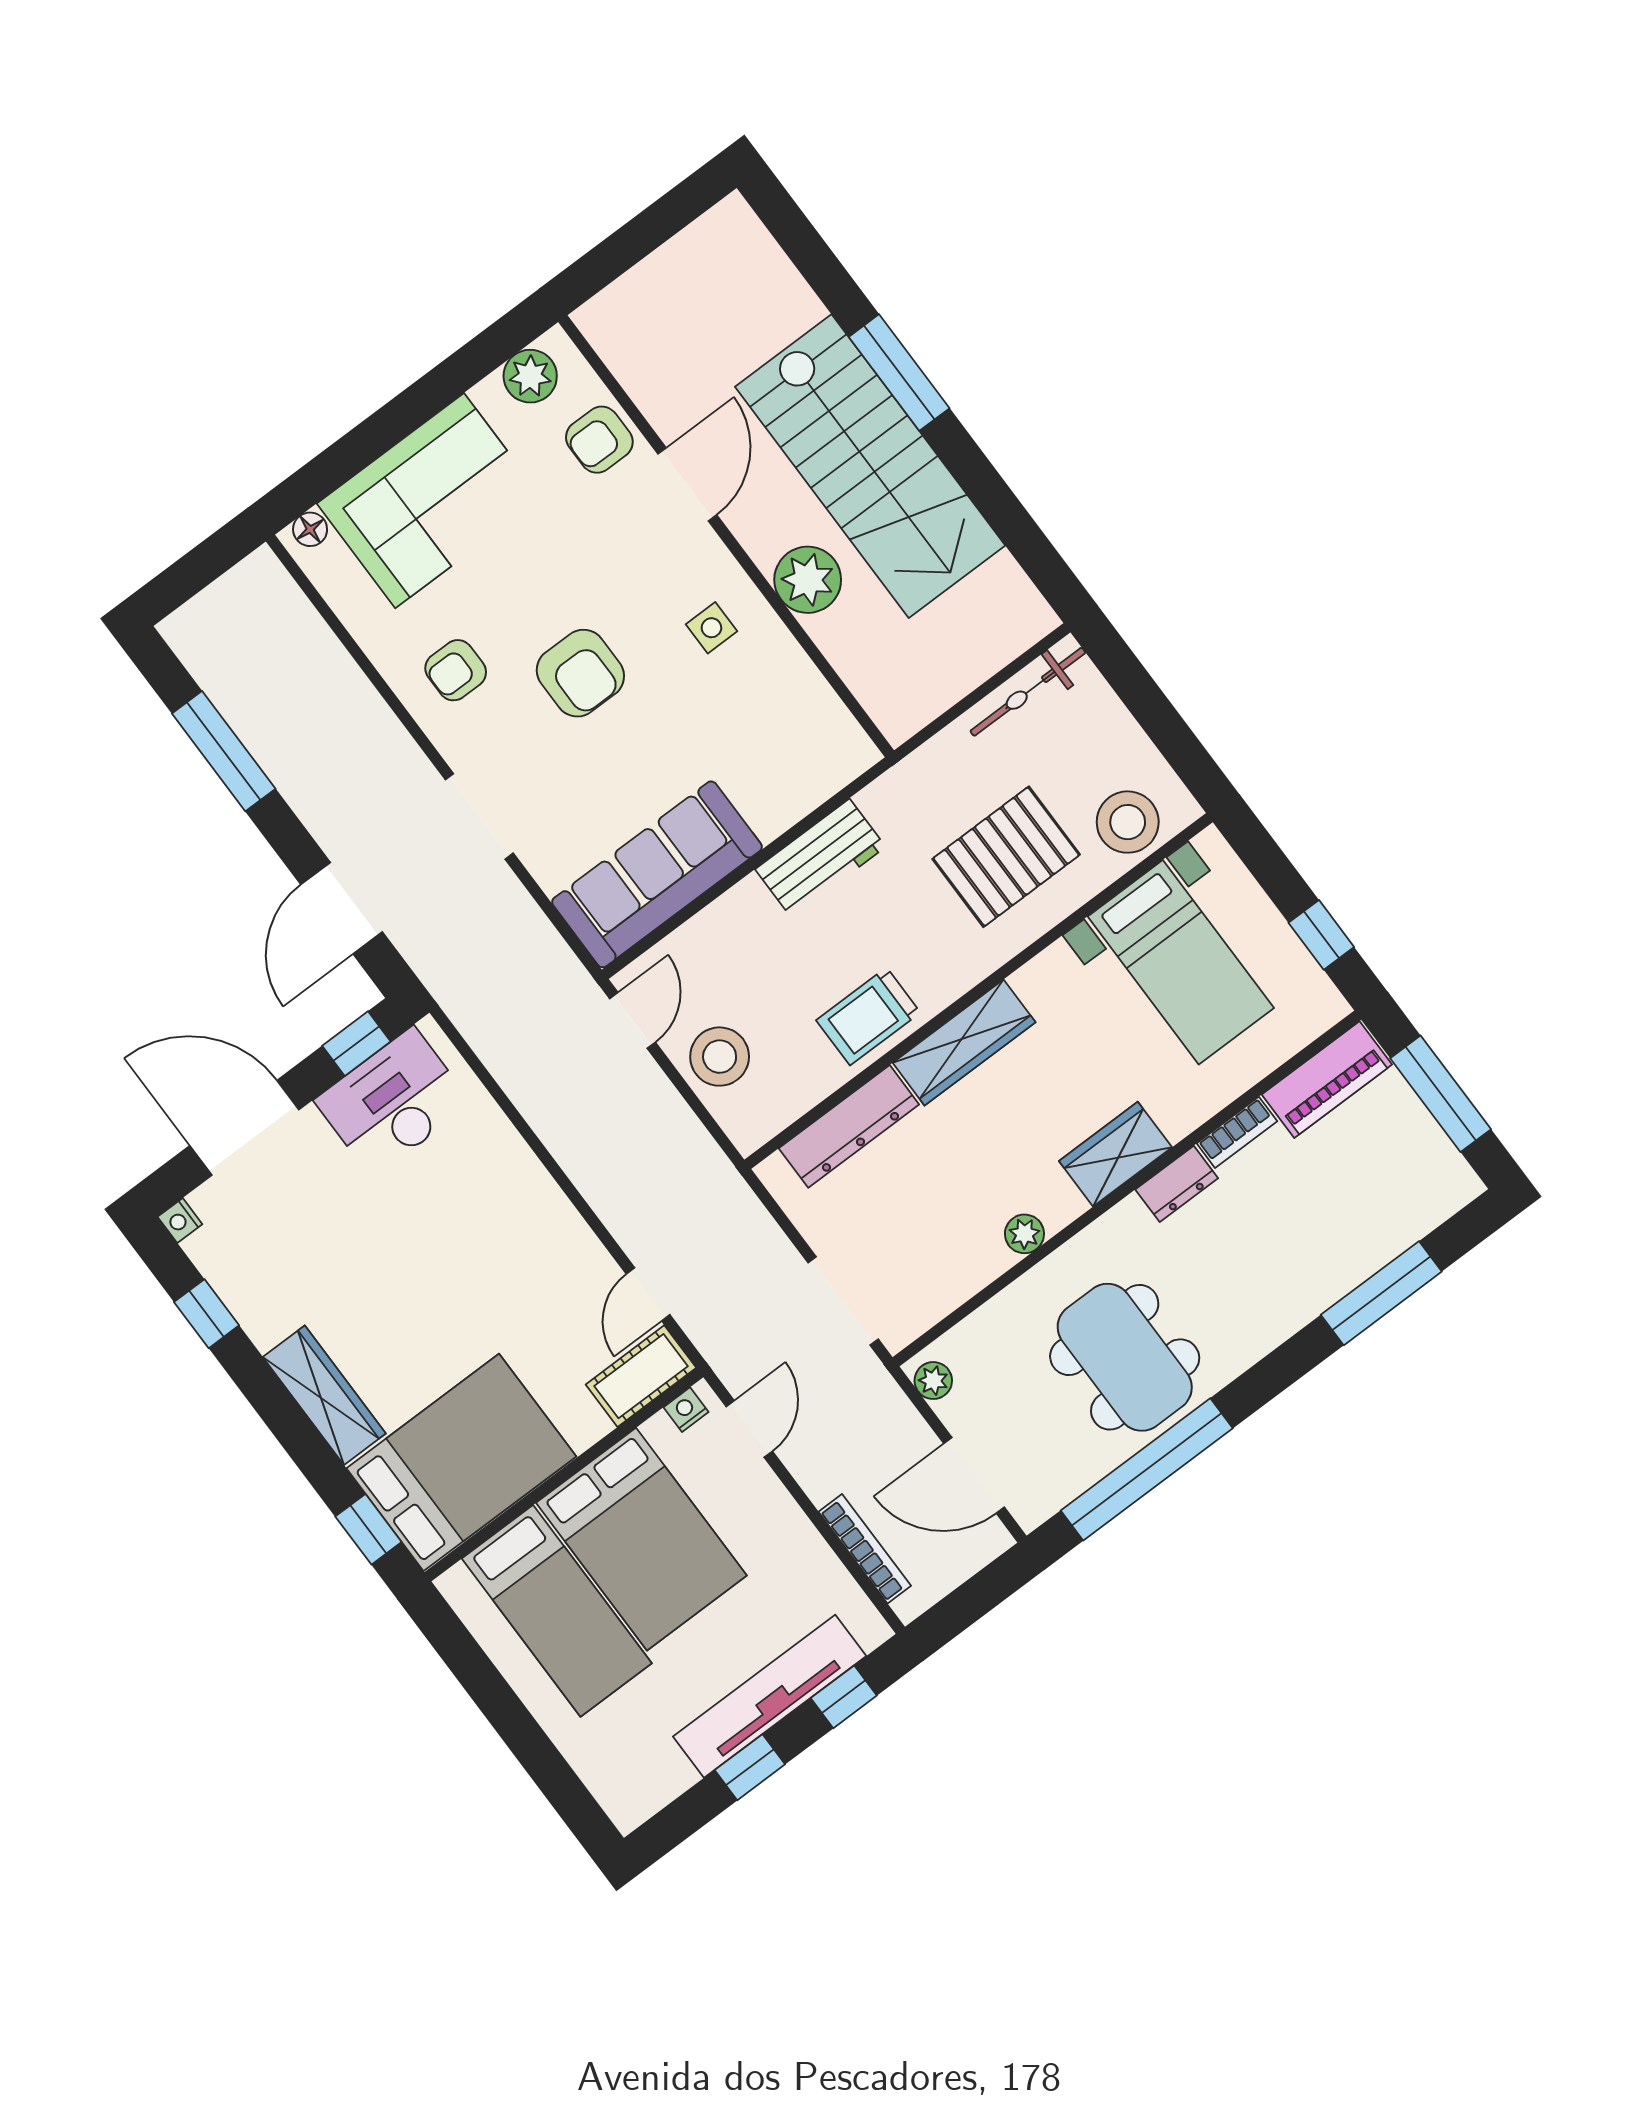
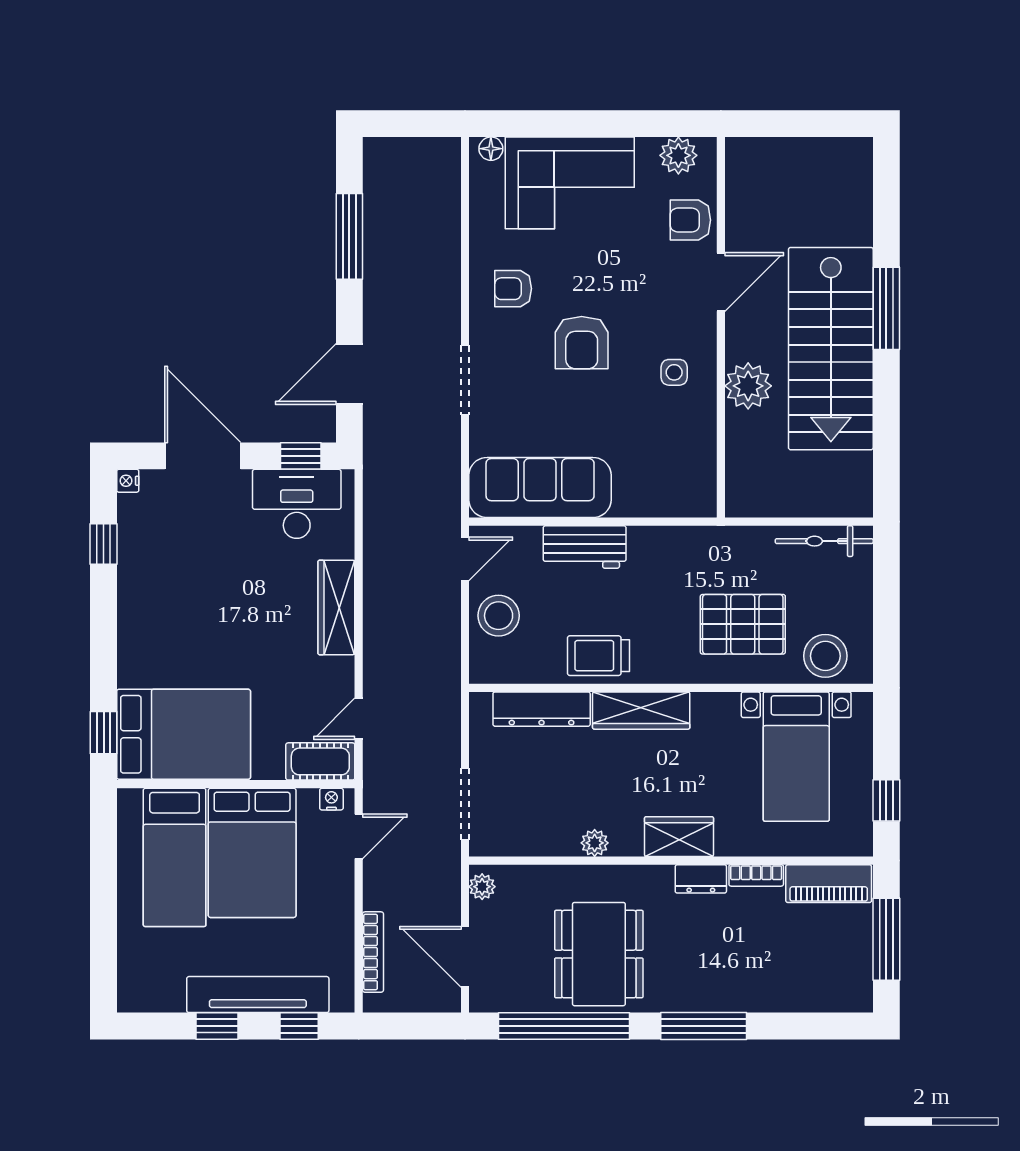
workbench: (820, 858) -> (585, 547), moved
window: (1381, 1293) -> (704, 1026), moved
wardrobe: (324, 1395) -> (336, 607), moved, turned 180

